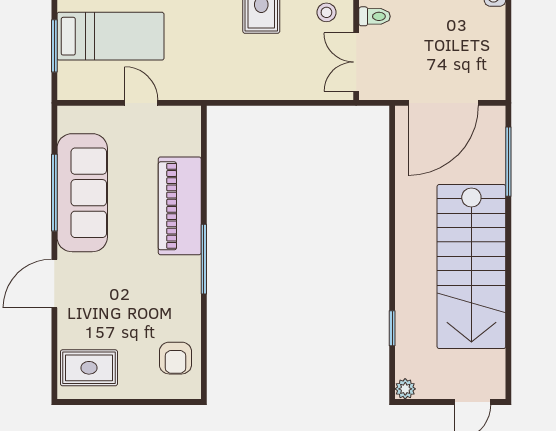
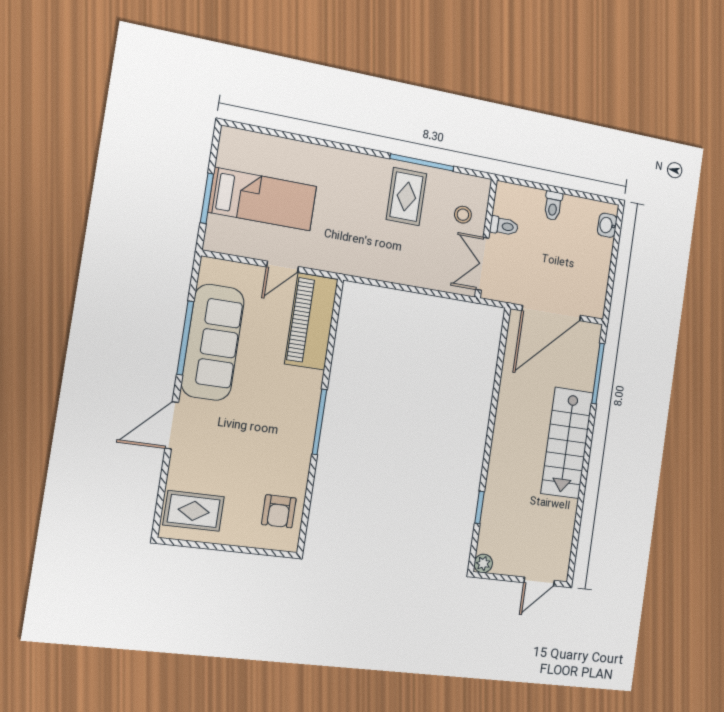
door: (141, 103) -> (283, 267), swing flipped
piano: (180, 206) -> (311, 322), moved
stairs: (471, 267) -> (567, 443), width x0.73, depth x0.66

